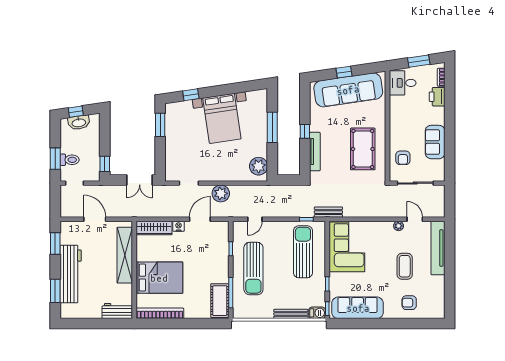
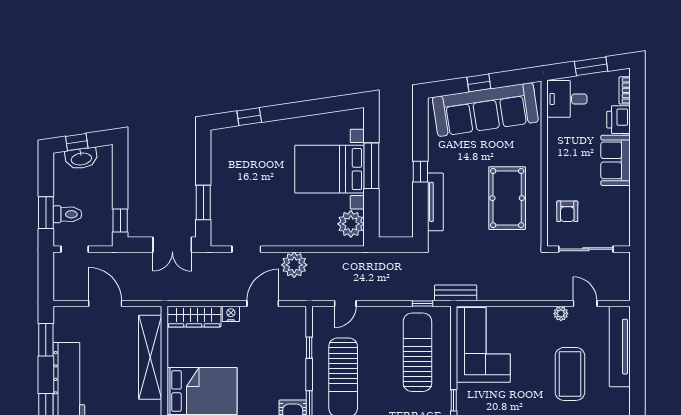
bed with nightstands: (222, 118) -> (329, 169), moved, turned 98
window: (160, 125) -> (203, 202), moved
sofa: (435, 142) -> (616, 160), moved
coffee table: (405, 266) -> (570, 374), width x1.36, depth x1.32

